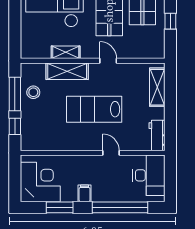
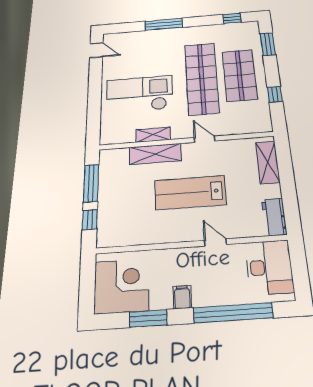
stool: (33, 92) -> (114, 180), removed

